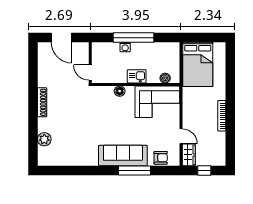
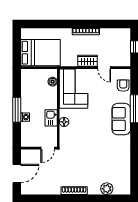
window: (133, 38) -> (17, 110), width x0.68
kitchen sink: (137, 76) -> (51, 118), moved
door: (181, 136) -> (104, 68), swing flipped
wardrobe: (189, 155) -> (88, 61), moved
sofa: (123, 156) -> (121, 119), width x0.73

